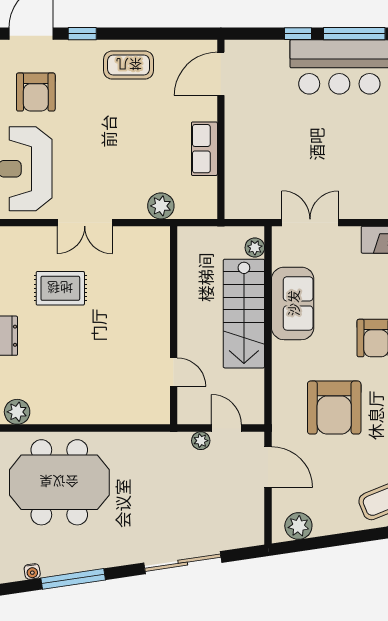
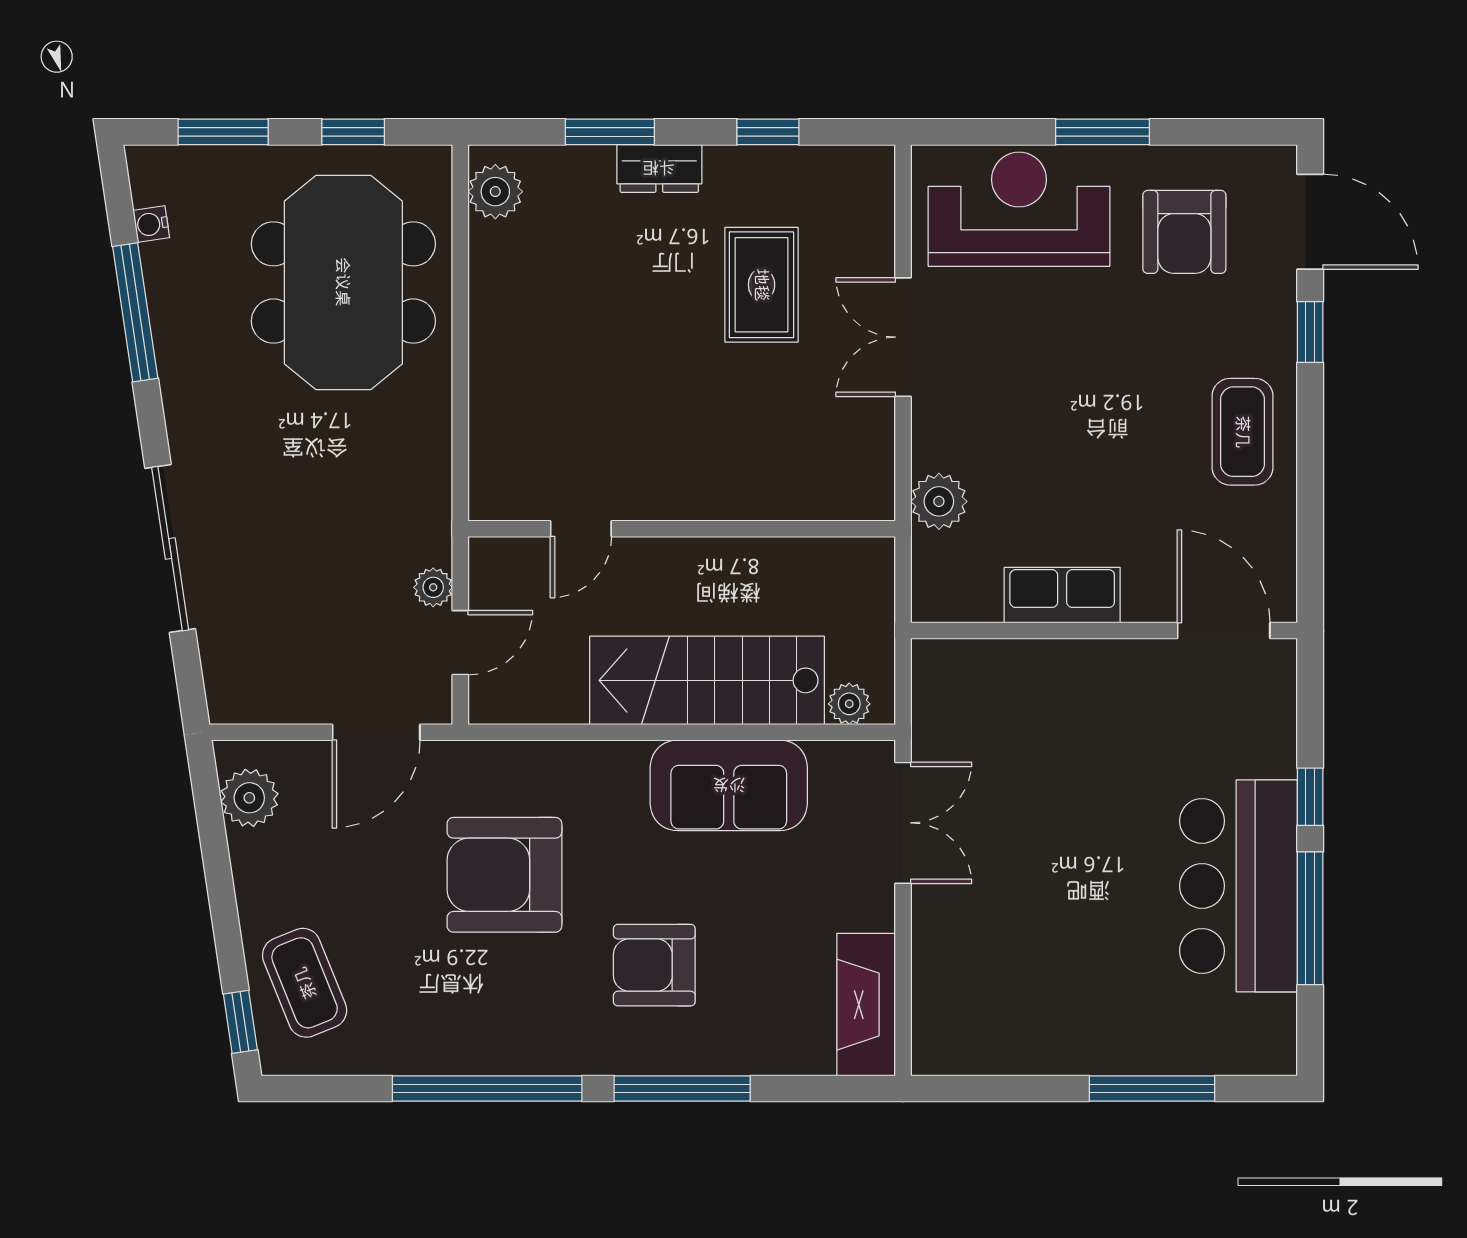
armchair: (36, 92) -> (1184, 232), turned -90

